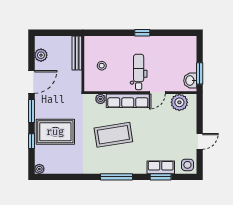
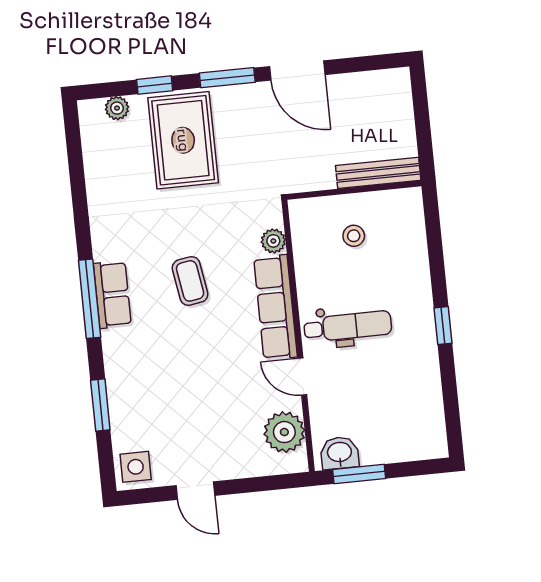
plant: (41, 55) -> (364, 87), removed
coffee table: (113, 135) -> (190, 281), width x0.54, depth x0.58
row of seats: (161, 167) -> (112, 295), moved
plant: (39, 169) -> (117, 108), moved

